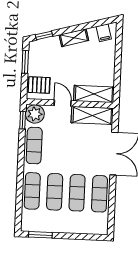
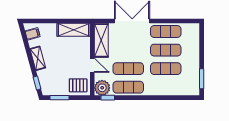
pallet: (39, 85) -> (78, 85), turned 90
shelving: (94, 94) -> (74, 30), moved, turned 90
door: (63, 103) -> (92, 65), swing flipped
exercise mat: (32, 191) -> (128, 69), moved

